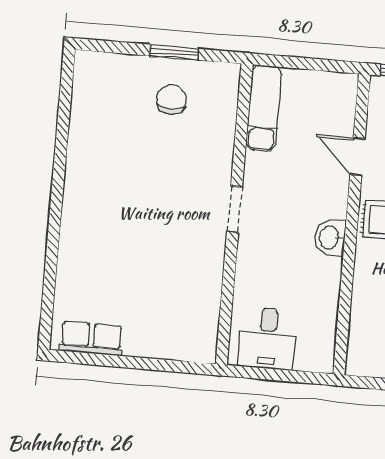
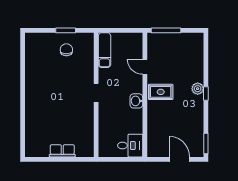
row of seats: (91, 338) -> (62, 151), moved
desk: (268, 338) -> (130, 146), moved, turned -90

